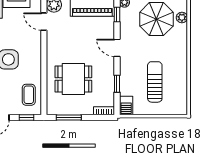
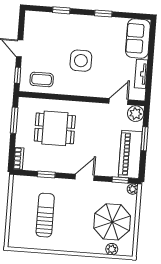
dining table: (73, 79) -> (55, 128), turned 90
sun lounger: (155, 82) -> (45, 215), turned -90
barbecue: (126, 105) -> (22, 183), removed

